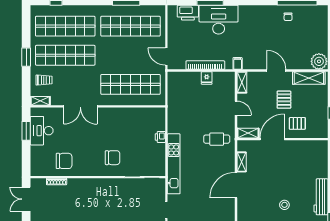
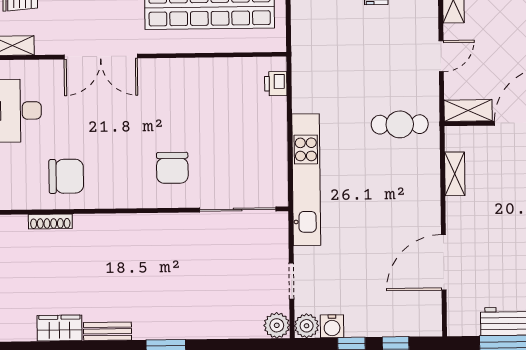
door: (236, 108) -> (441, 56), hinge flipped
printer: (160, 137) -> (276, 84), moved
chair: (113, 158) -> (172, 168), turned 90
door: (236, 185) -> (444, 262), moved

